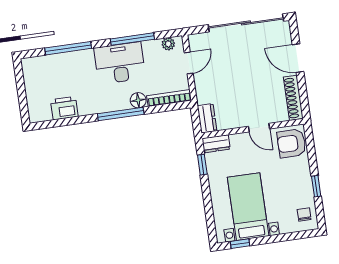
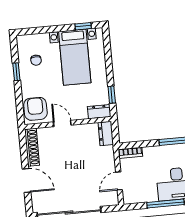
plant: (168, 44) -> (135, 198), removed
bookcase: (169, 98) -> (130, 153), width x0.64
floor lamp: (138, 100) -> (163, 152), removed
armchair: (292, 143) -> (35, 109), turned -90
chair: (304, 215) -> (36, 60), moved

